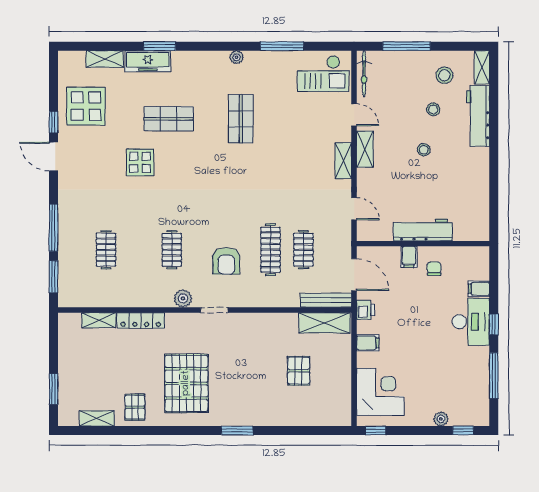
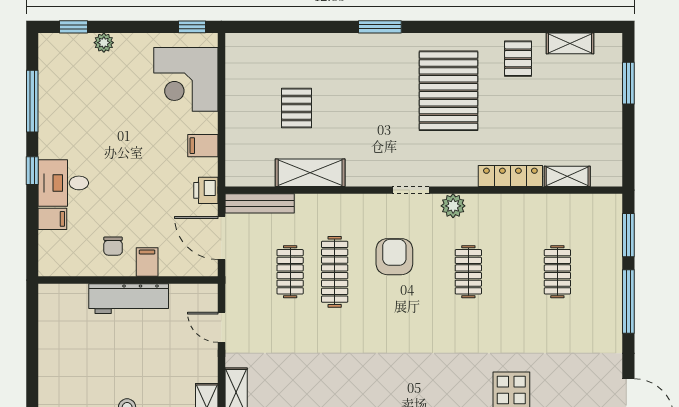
desk: (471, 322) -> (63, 183), width x0.73
shelving: (324, 323) -> (310, 173), moved

